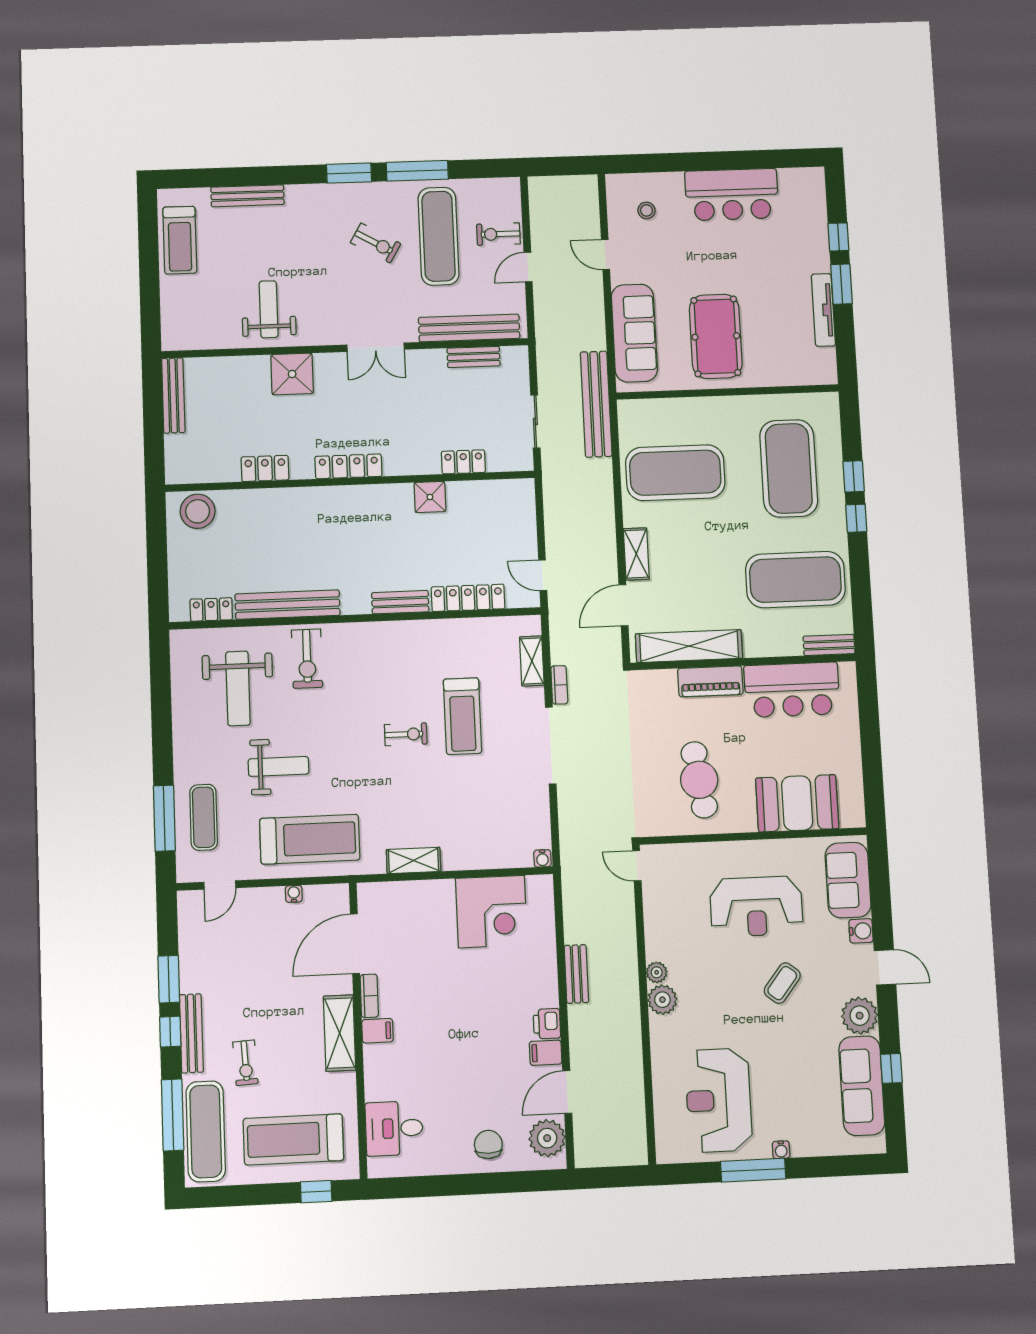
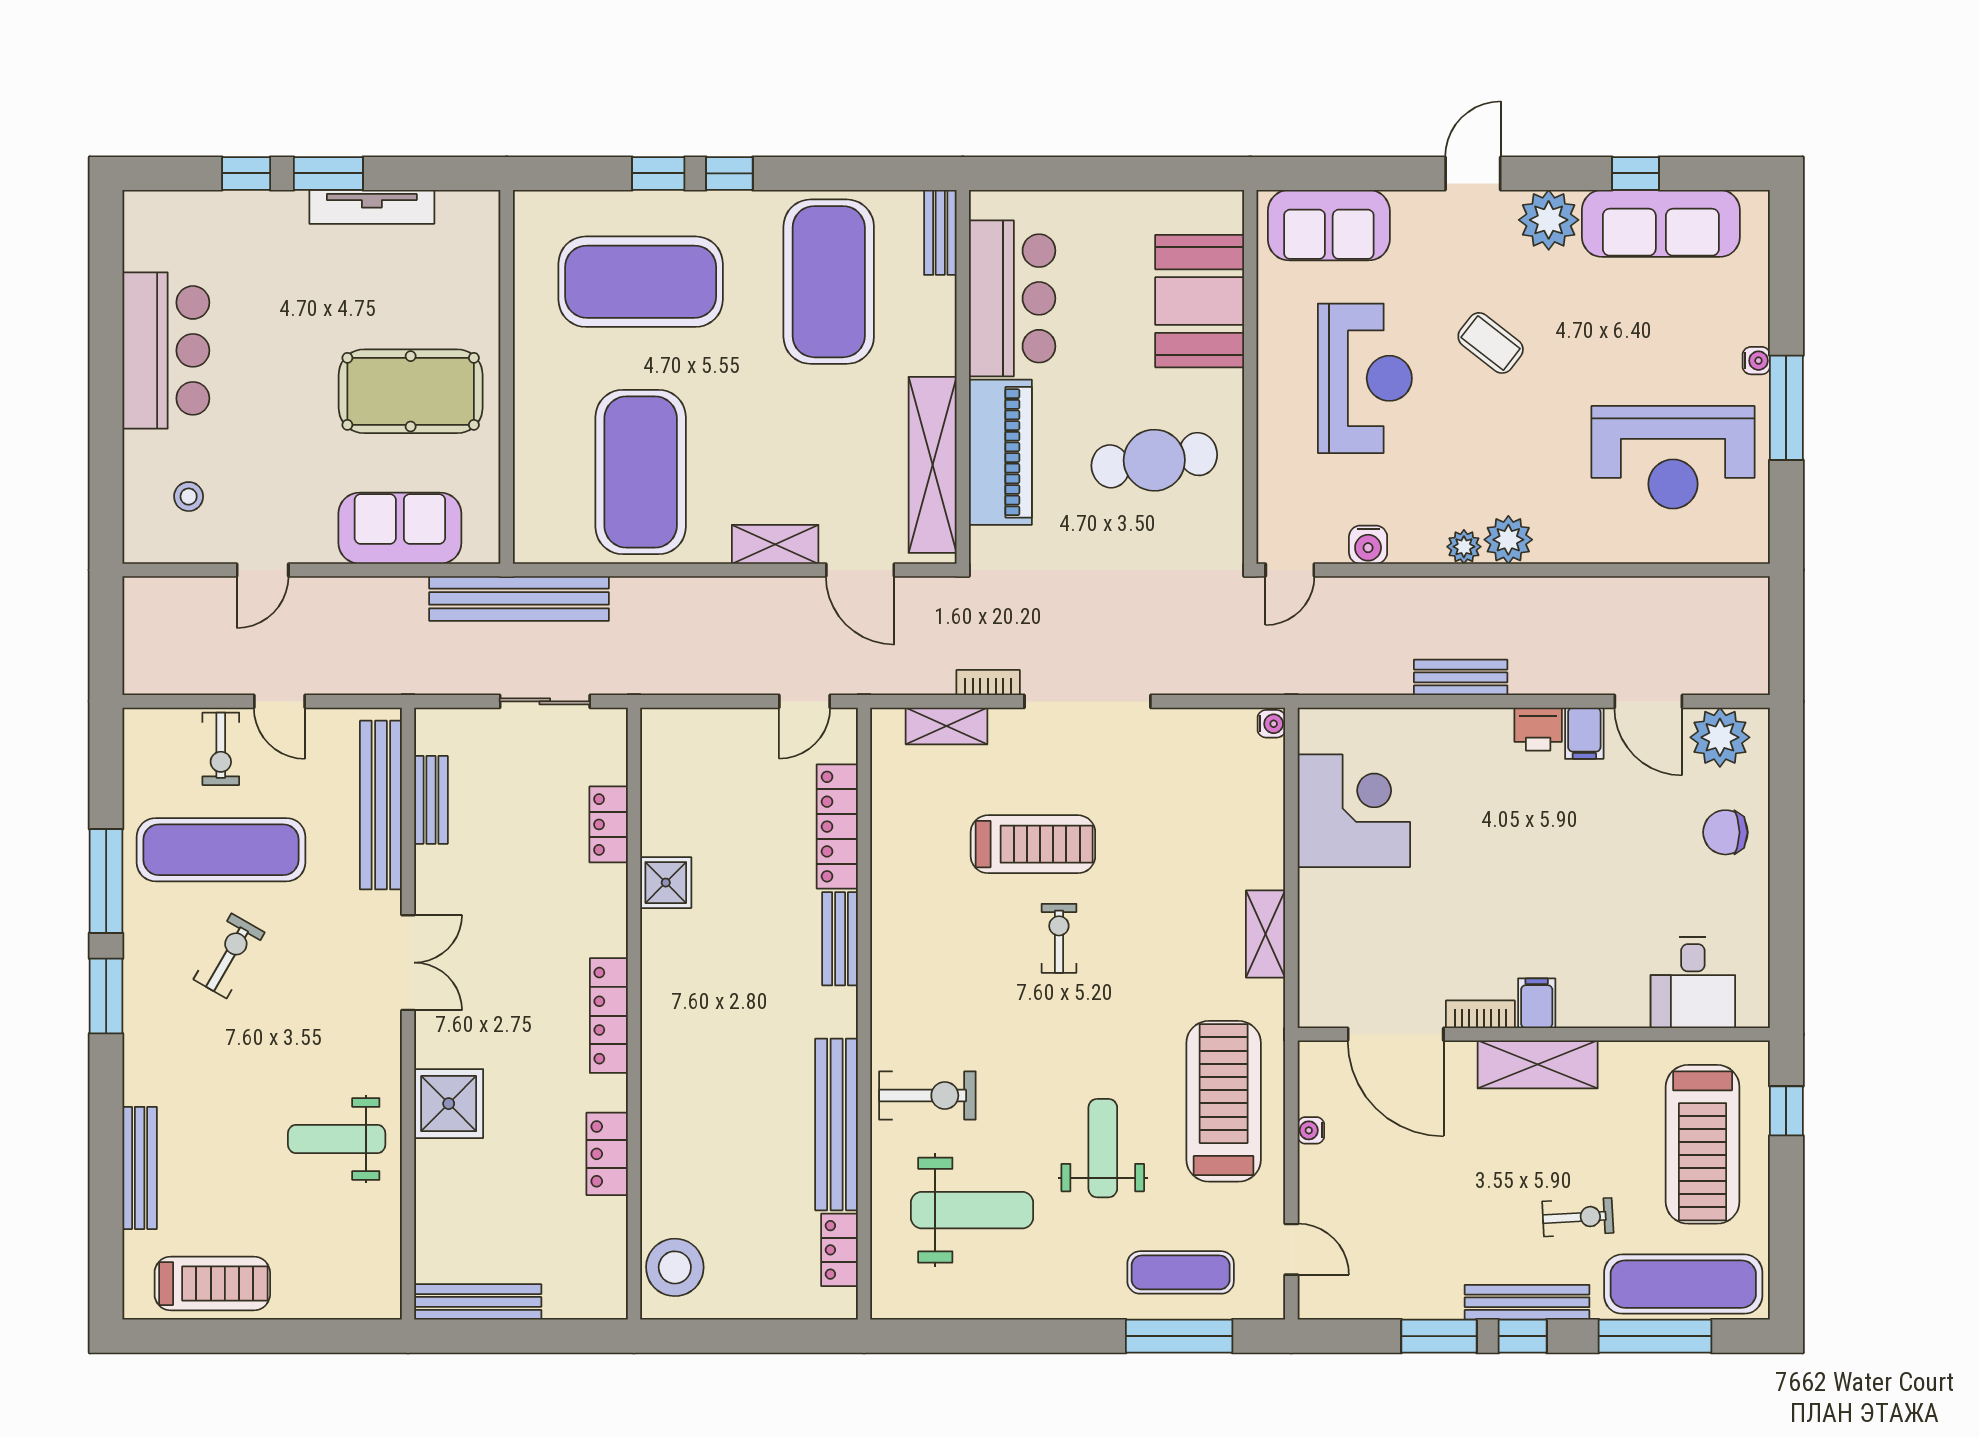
sofa: (634, 333) -> (400, 528), width x0.73
piano: (710, 681) -> (1000, 452), width x1.37, depth x1.33
water cooler: (861, 931) -> (1368, 545), moved, turned 180

